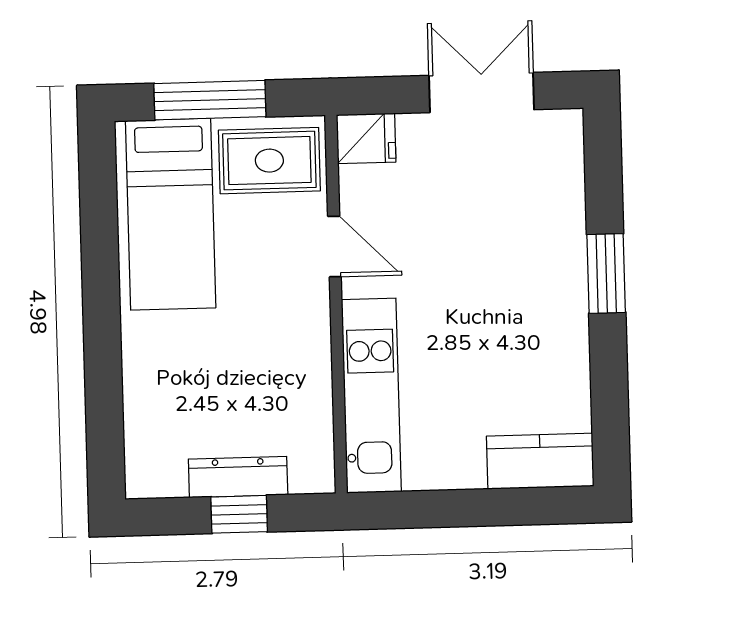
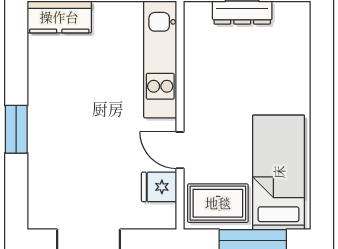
fridge: (366, 138) -> (159, 187), moved

